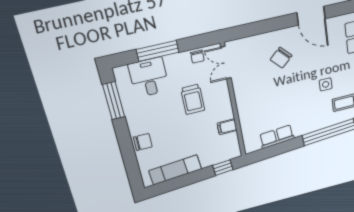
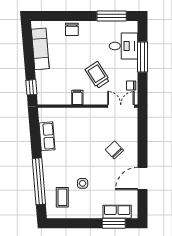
trolley: (193, 99) -> (97, 75), turned 57
filing cabinet: (227, 127) -> (77, 97), moved

